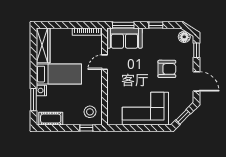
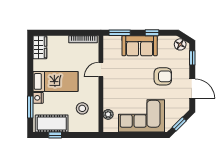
sofa: (124, 38) -> (140, 46), moved
wardrobe: (43, 45) -> (40, 47), width x0.67
plant: (112, 107) -> (108, 114), added
stool: (90, 112) -> (82, 108), moved
cot: (51, 119) -> (52, 124), width x1.37, depth x1.34
window: (86, 128) -> (55, 135), moved

